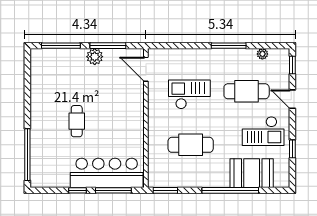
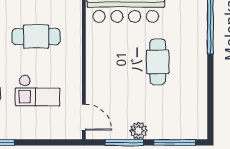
cafe table: (77, 121) -> (158, 62), width x1.37, depth x1.35

